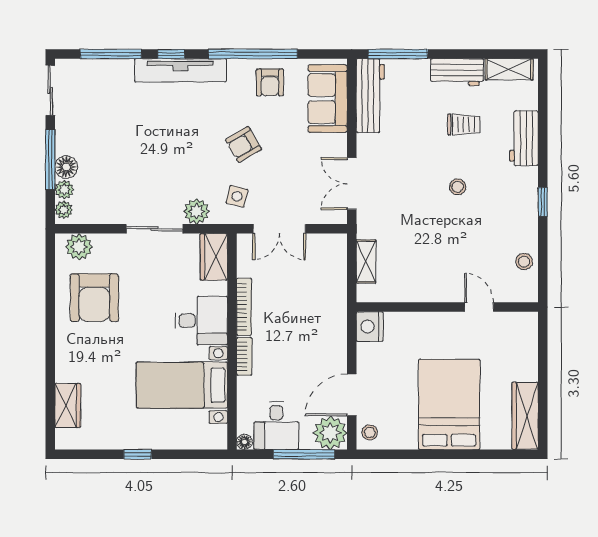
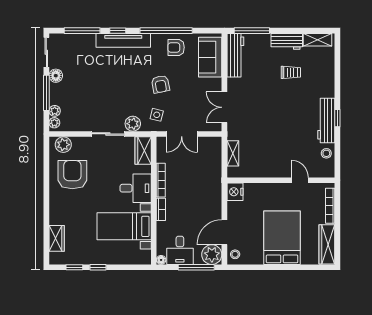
armchair: (270, 82) -> (176, 47), turned 90
workbench: (524, 138) -> (326, 120), moved, width x1.38
armchair: (243, 144) -> (160, 84), turned -71
floor lamp: (66, 167) -> (56, 76), moved
stool: (458, 187) -> (287, 109), removed
armchair: (94, 298) -> (72, 175), turned 180
bookcase: (530, 350) -> (330, 206), added
window: (98, 454) -> (74, 267), added

